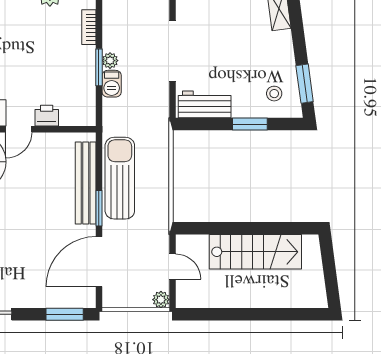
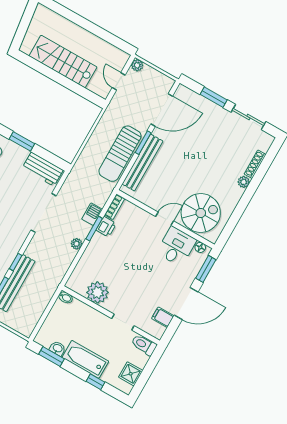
bookcase: (89, 27) -> (115, 207), moved
plant: (110, 61) -> (77, 244), moved
printer: (47, 116) -> (106, 227), moved, turned -90
window: (65, 314) -> (214, 97), moved

